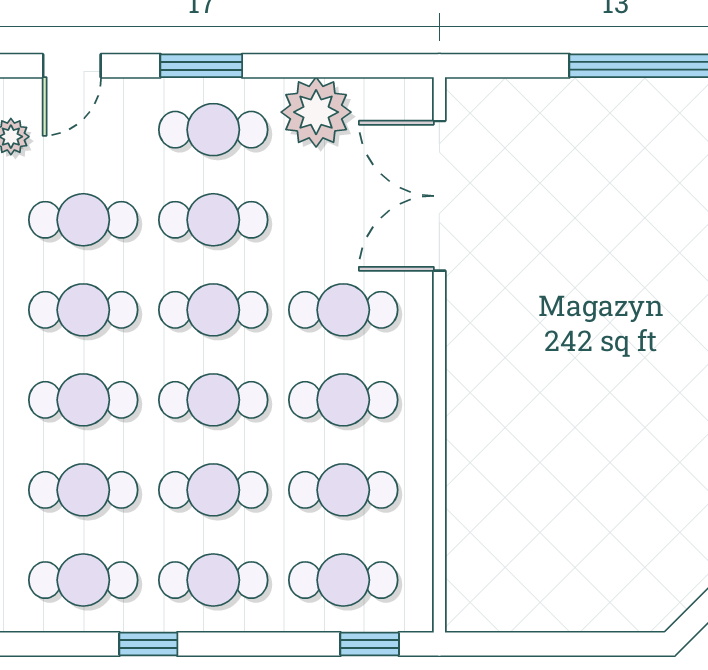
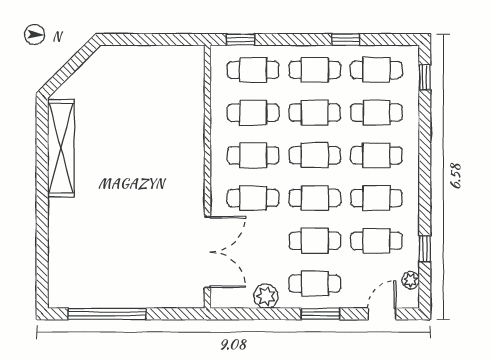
plant: (316, 112) -> (266, 296), width x0.73, depth x0.73

